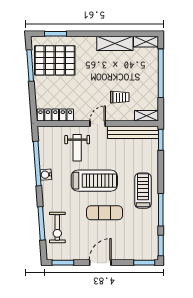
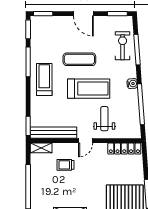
water cooler: (46, 175) -> (132, 84), moved
treadmill: (94, 181) -> (89, 89), turned 180
treadmill: (143, 191) -> (44, 80), turned 180
door: (100, 263) -> (83, 14), hinge flipped

